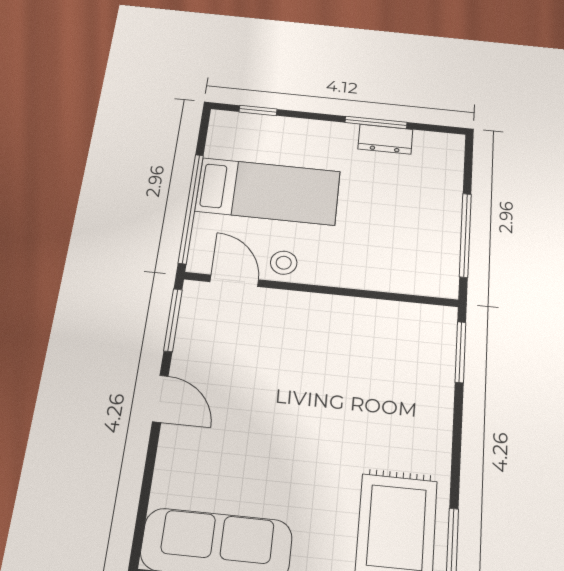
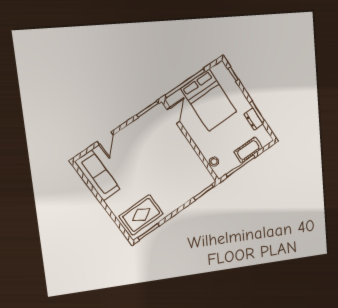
bed: (268, 191) -> (209, 100), width x1.50
cot: (443, 195) -> (248, 150), added
stool: (284, 263) -> (214, 162), moved
door: (160, 399) -> (105, 138), moved

